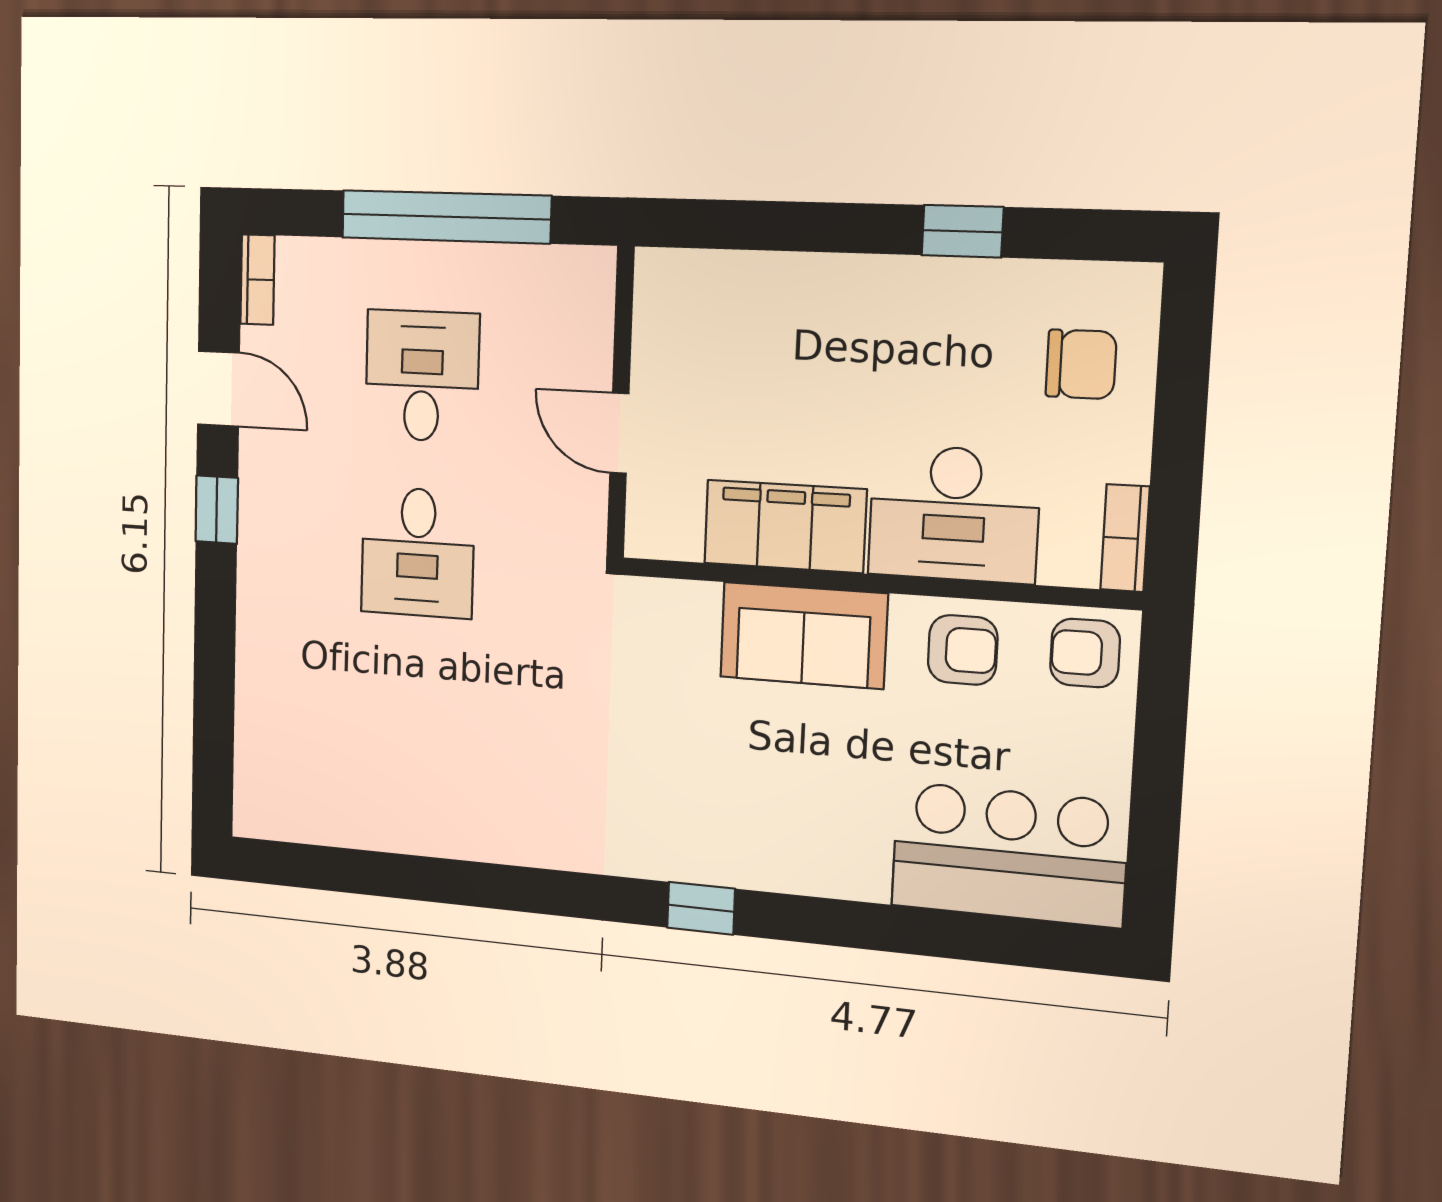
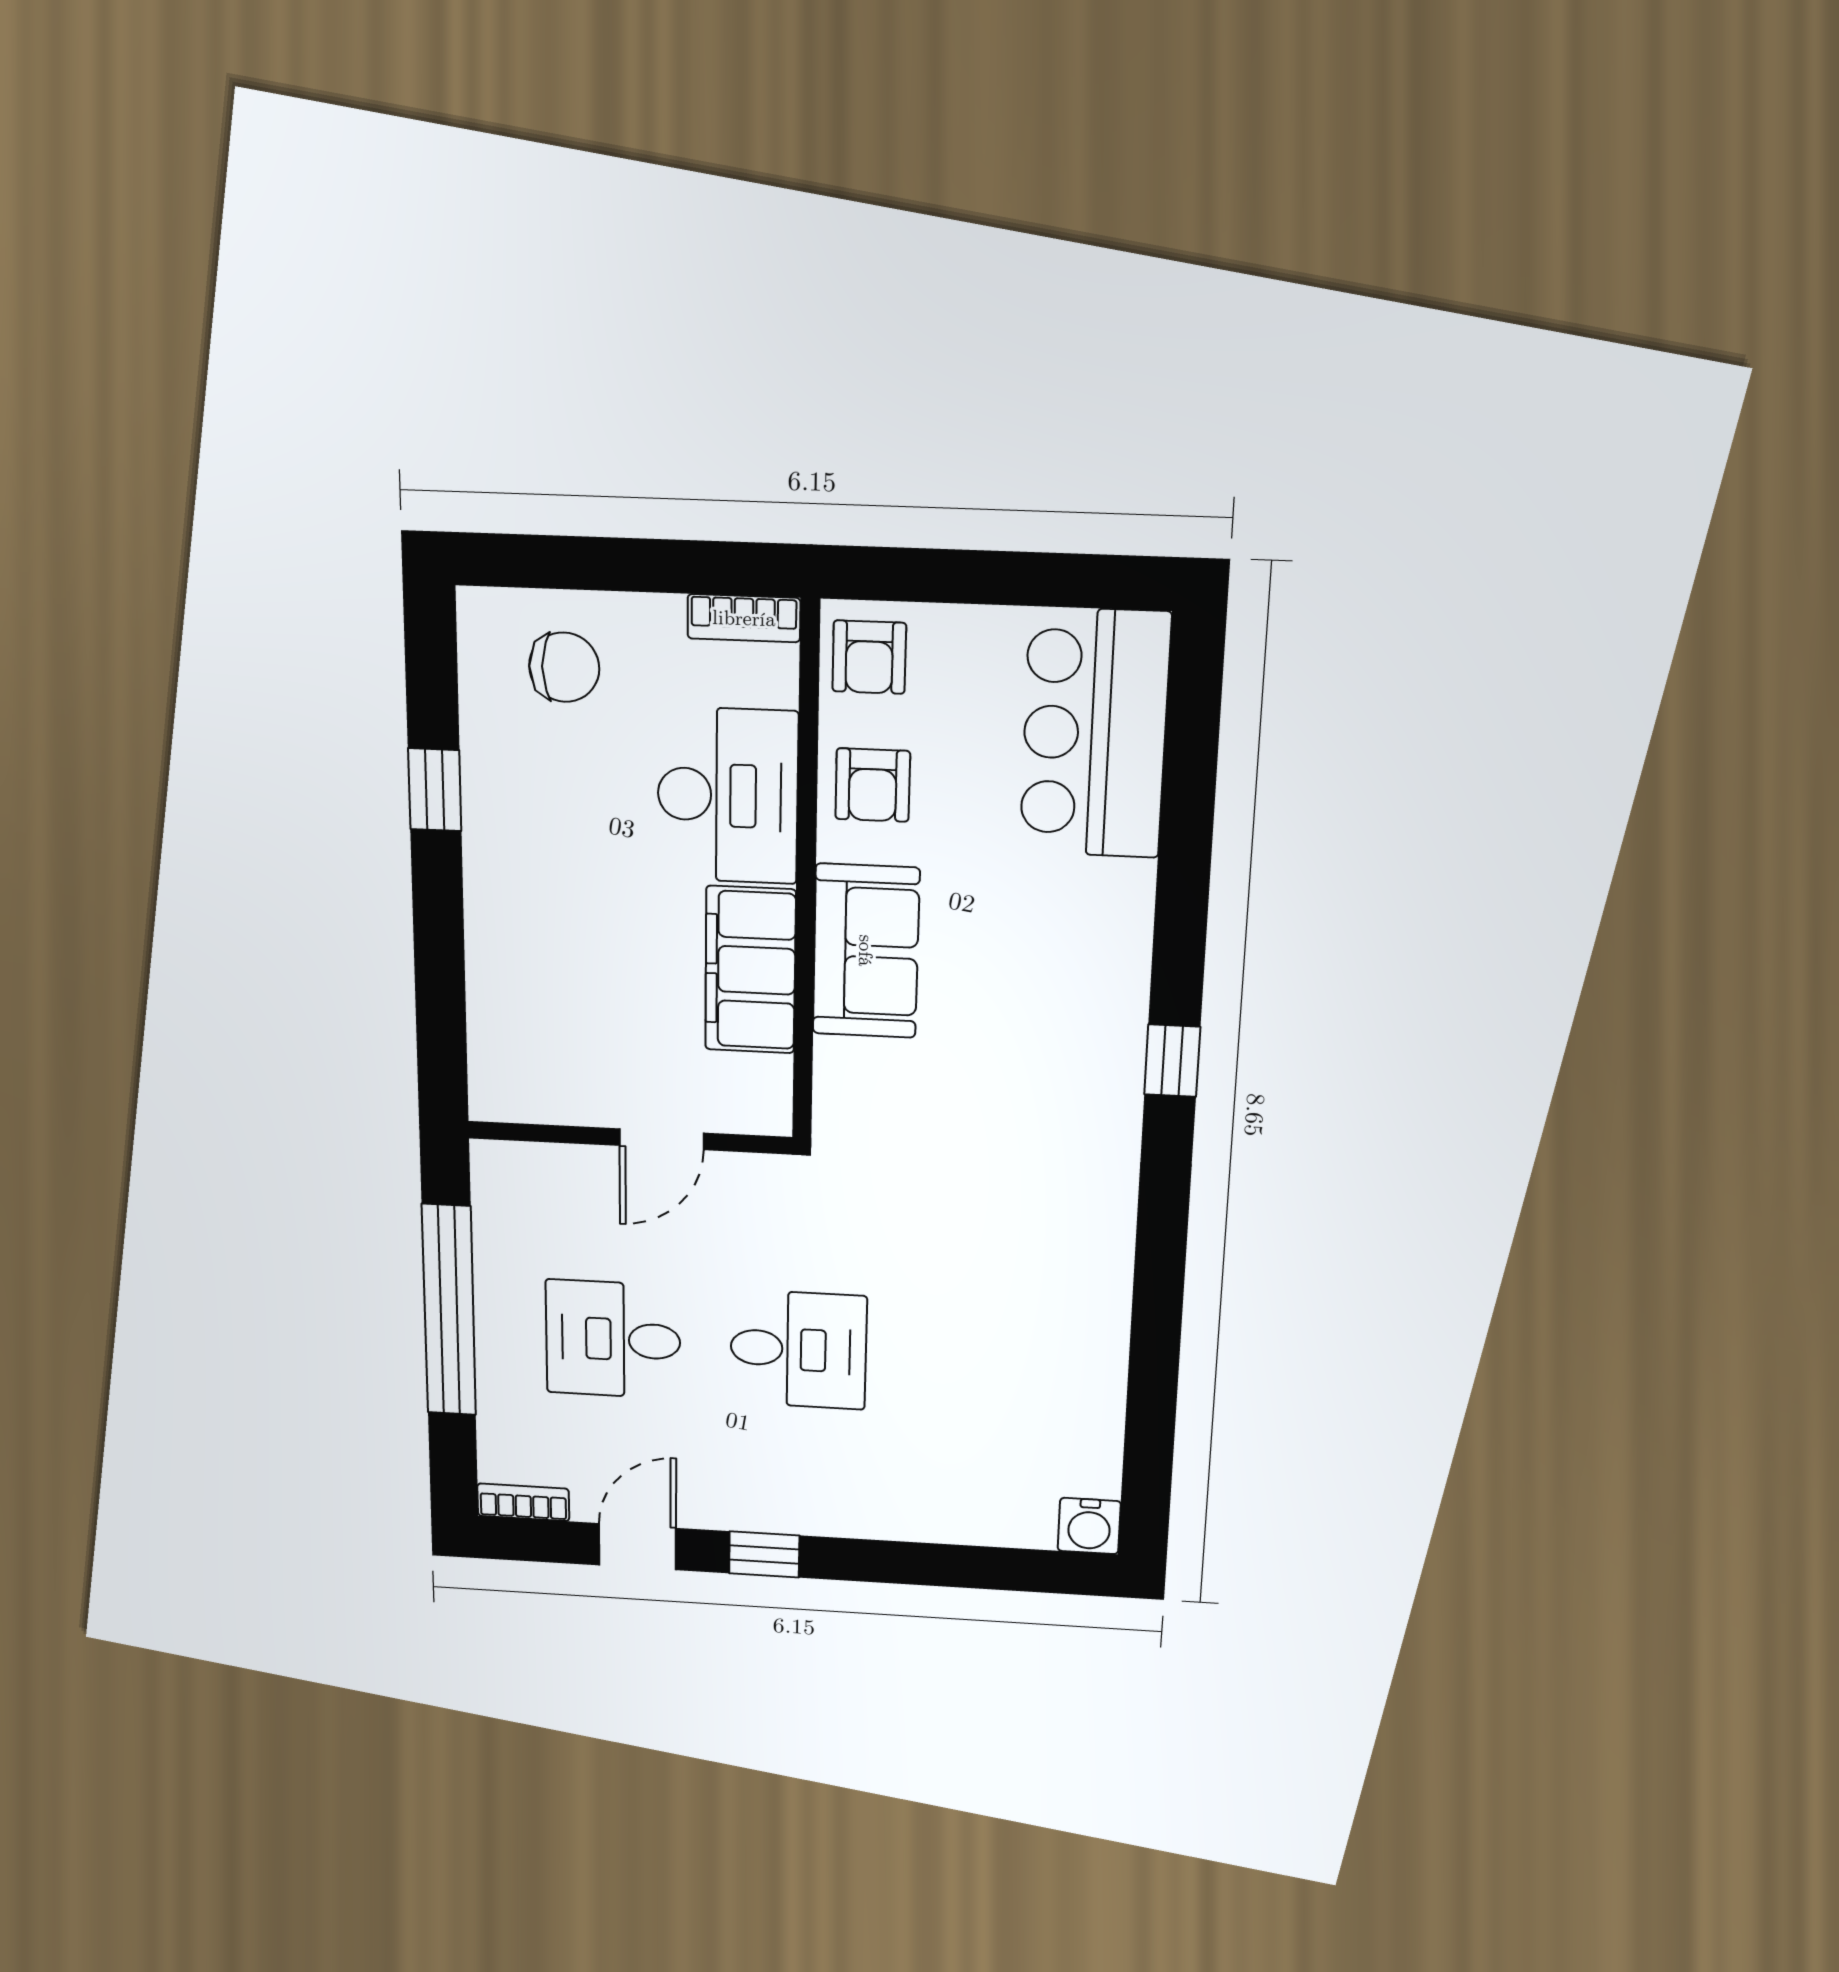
chair: (1081, 364) -> (564, 667), turned 90
armchair: (963, 650) -> (873, 785), turned 180
water cooler: (258, 812) -> (1089, 1526), added

